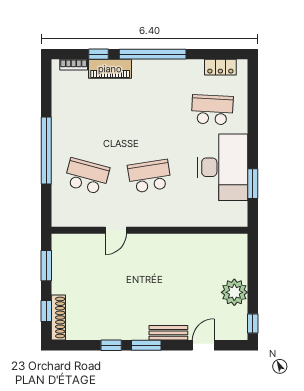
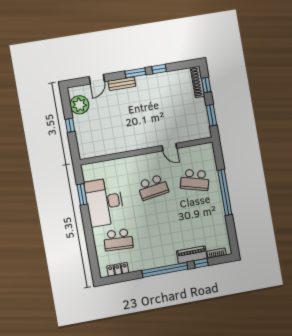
door: (116, 230) -> (169, 147), swing flipped
plant: (234, 292) -> (79, 105), moved
window: (253, 323) -> (70, 125), moved

